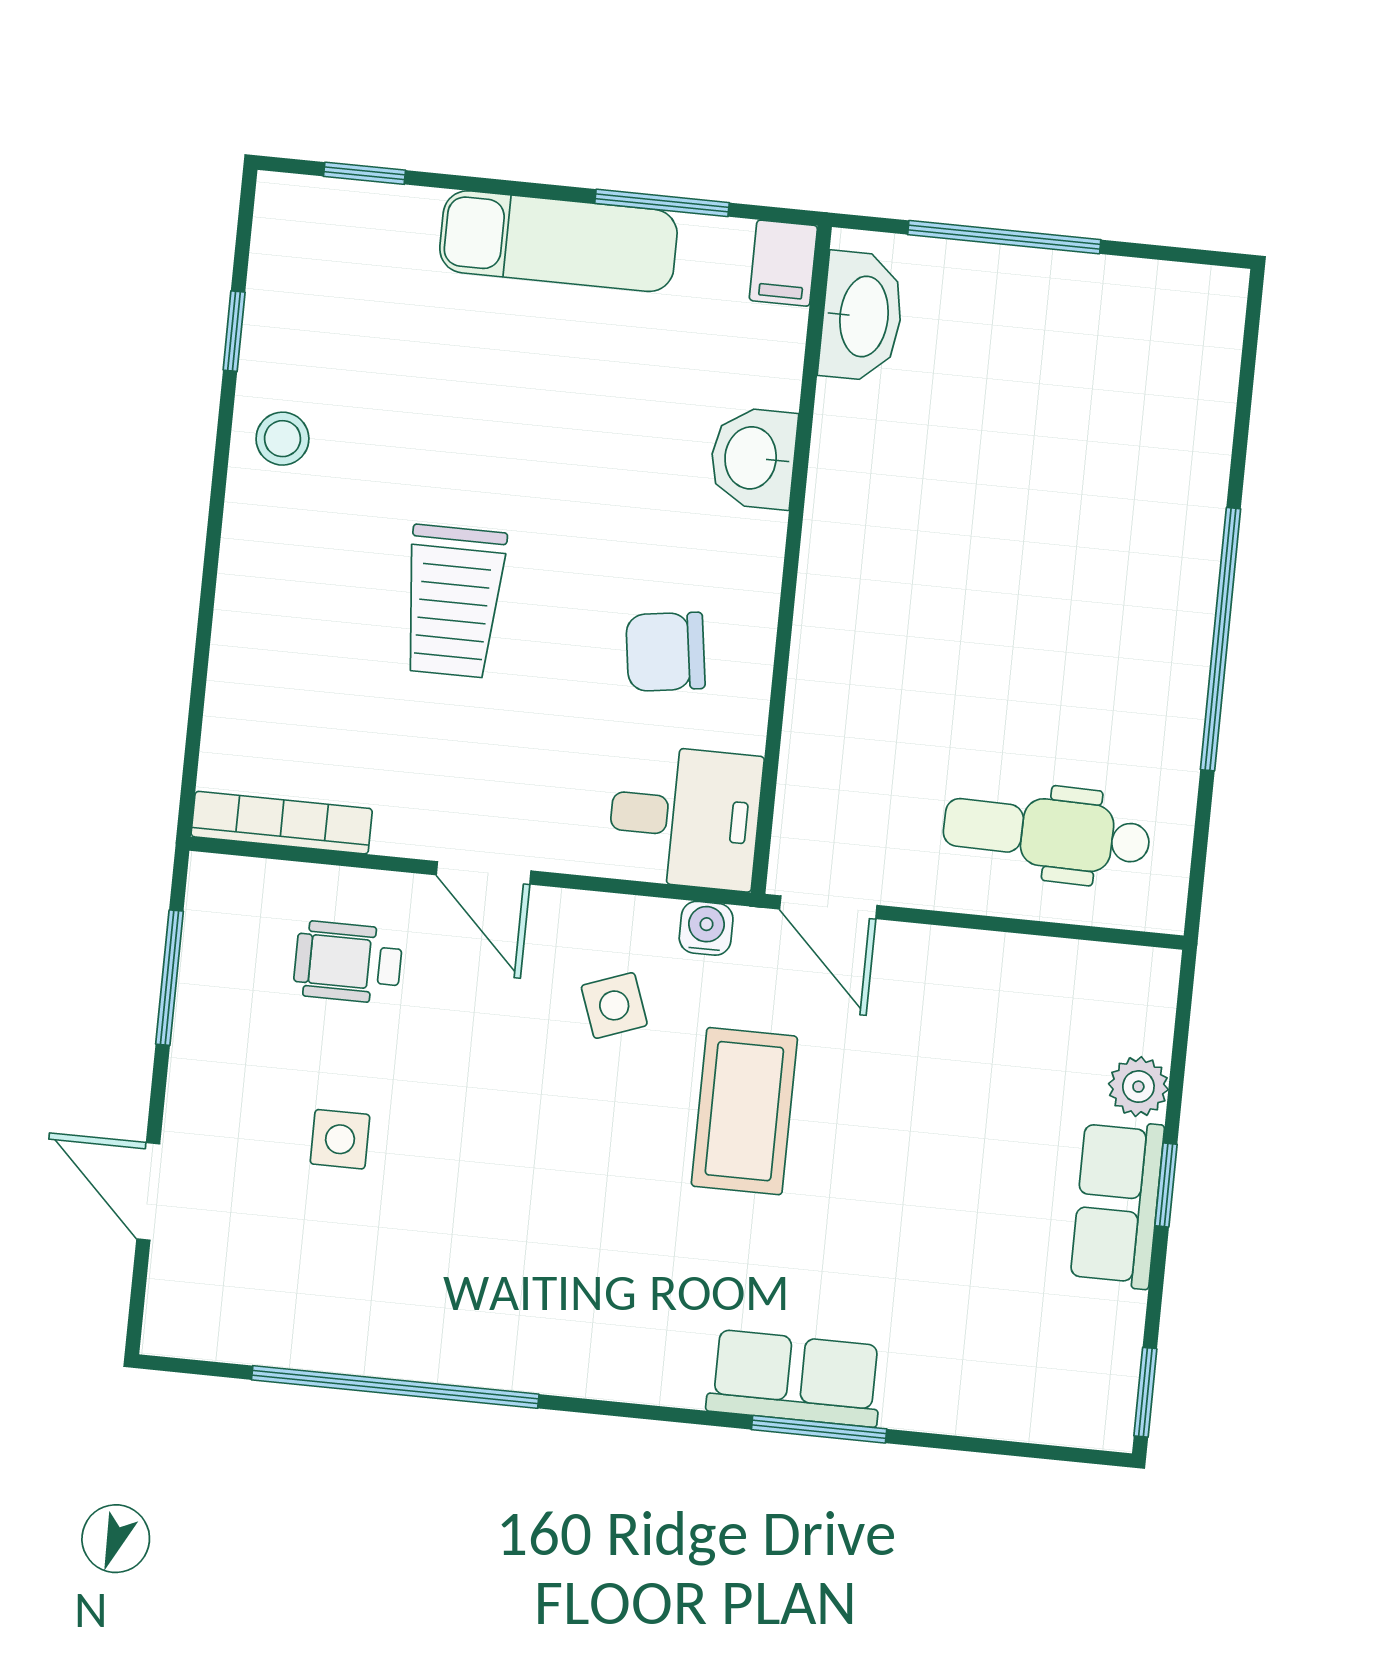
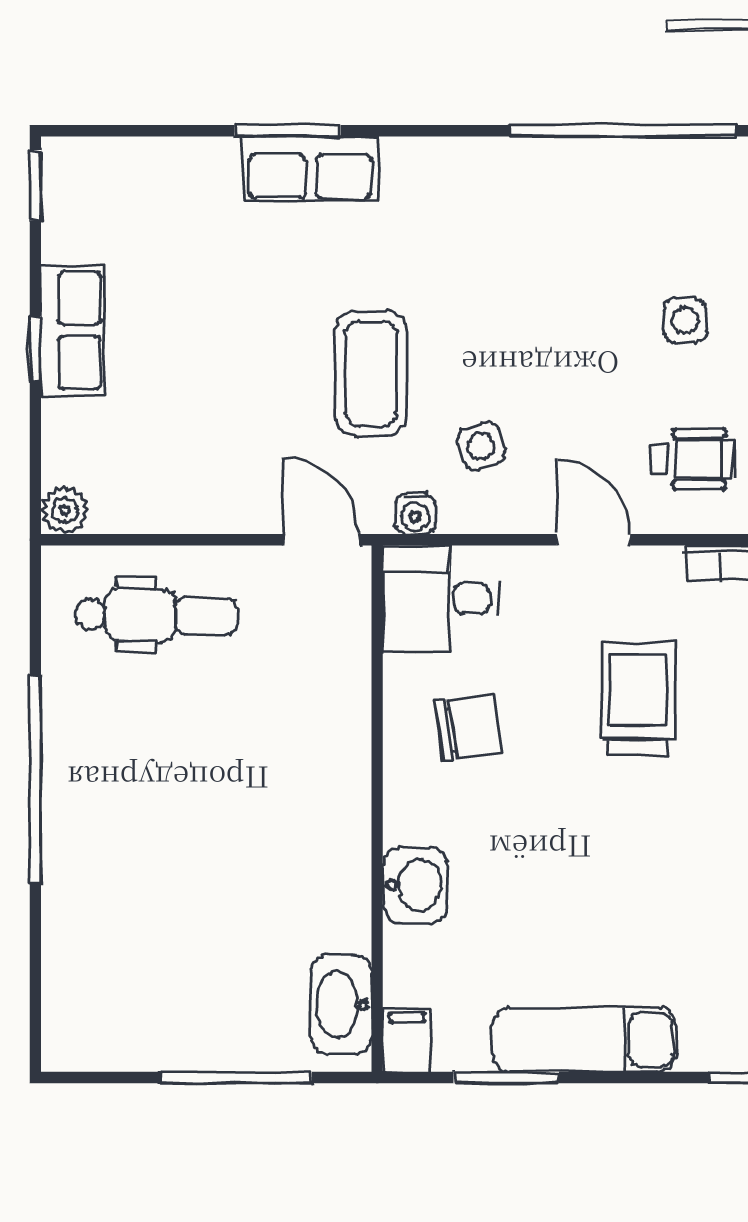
trolley: (453, 601) -> (639, 698), moved
plant: (1138, 1087) -> (65, 510), moved

